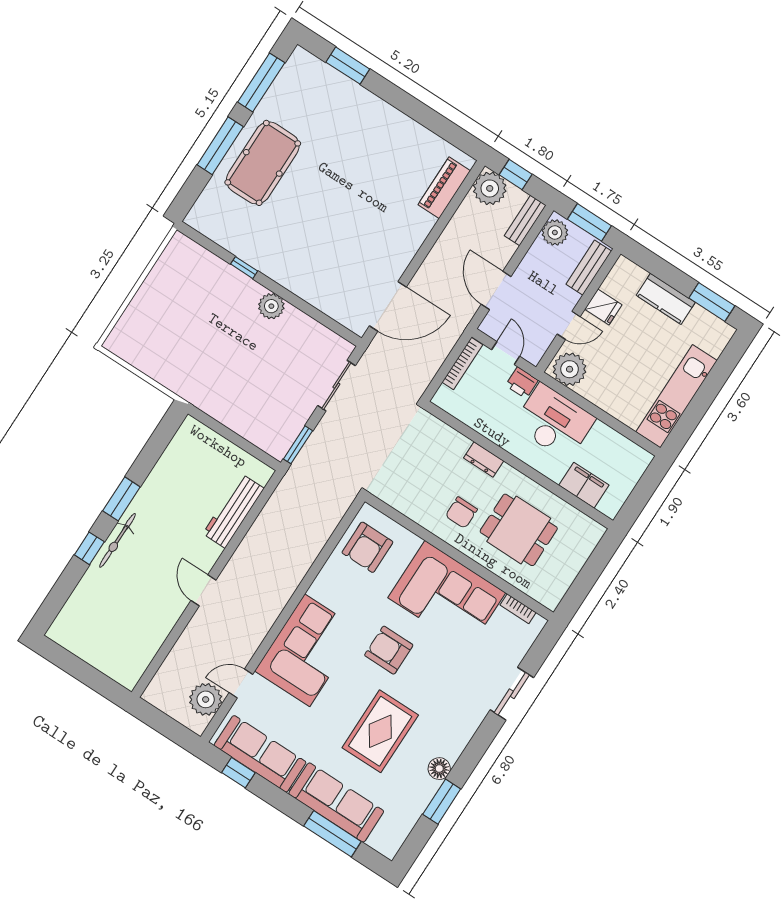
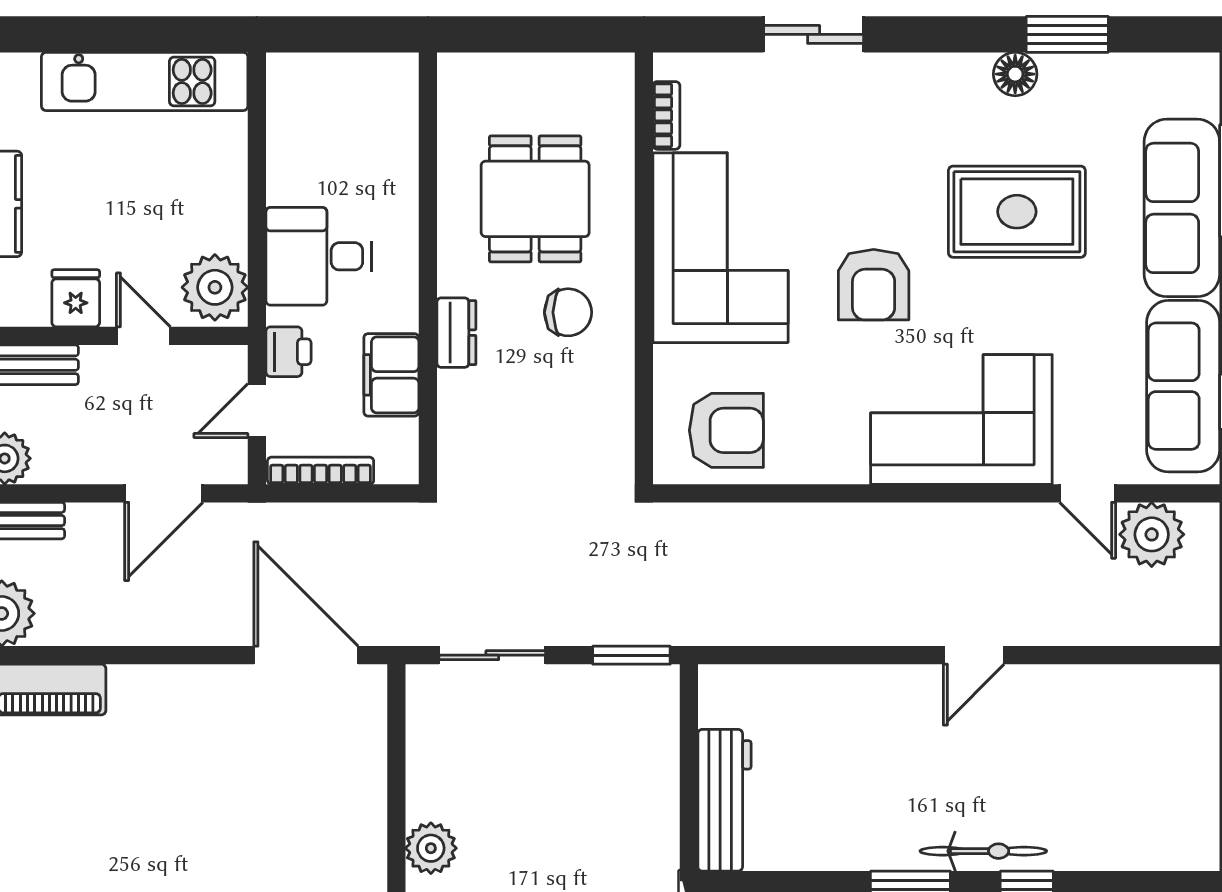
desk: (554, 422) -> (318, 256), width x0.73
filing cabinet: (584, 485) -> (391, 375), moved
workbench: (233, 511) -> (724, 800), moved, turned -90

